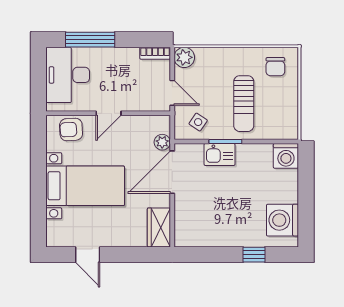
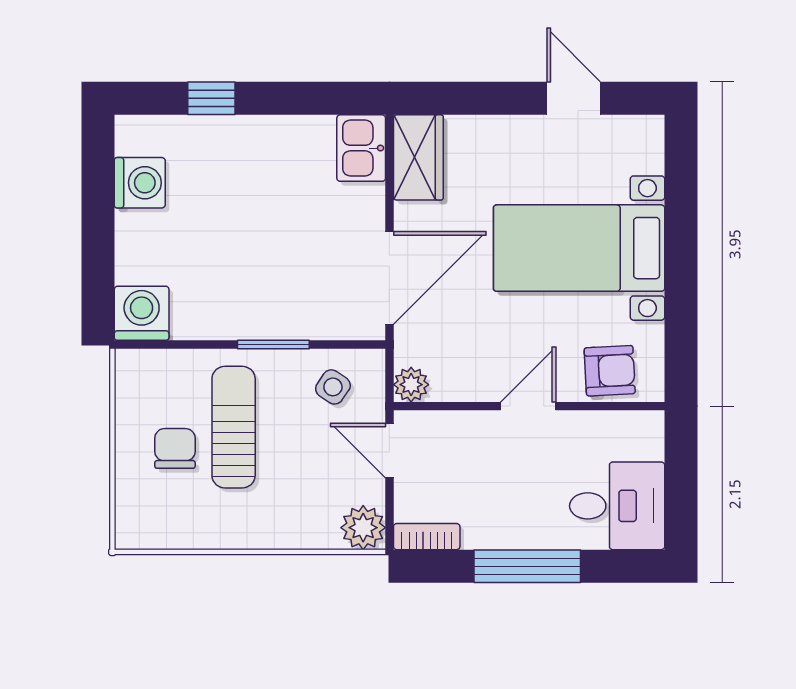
window: (90, 40) -> (527, 566), moved
chair: (275, 67) -> (175, 448), moved
desk: (68, 75) -> (617, 506), width x0.73
plant: (162, 142) -> (411, 385), moved
kitchen sink: (220, 154) -> (361, 148), moved, turned -90
washing machine: (282, 220) -> (140, 183), width x0.73, depth x0.73

